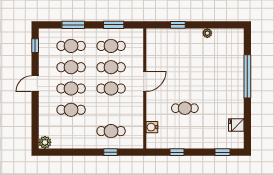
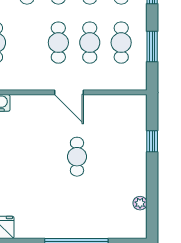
plant: (207, 33) -> (140, 203), moved
cafe table: (185, 108) -> (77, 157), moved

